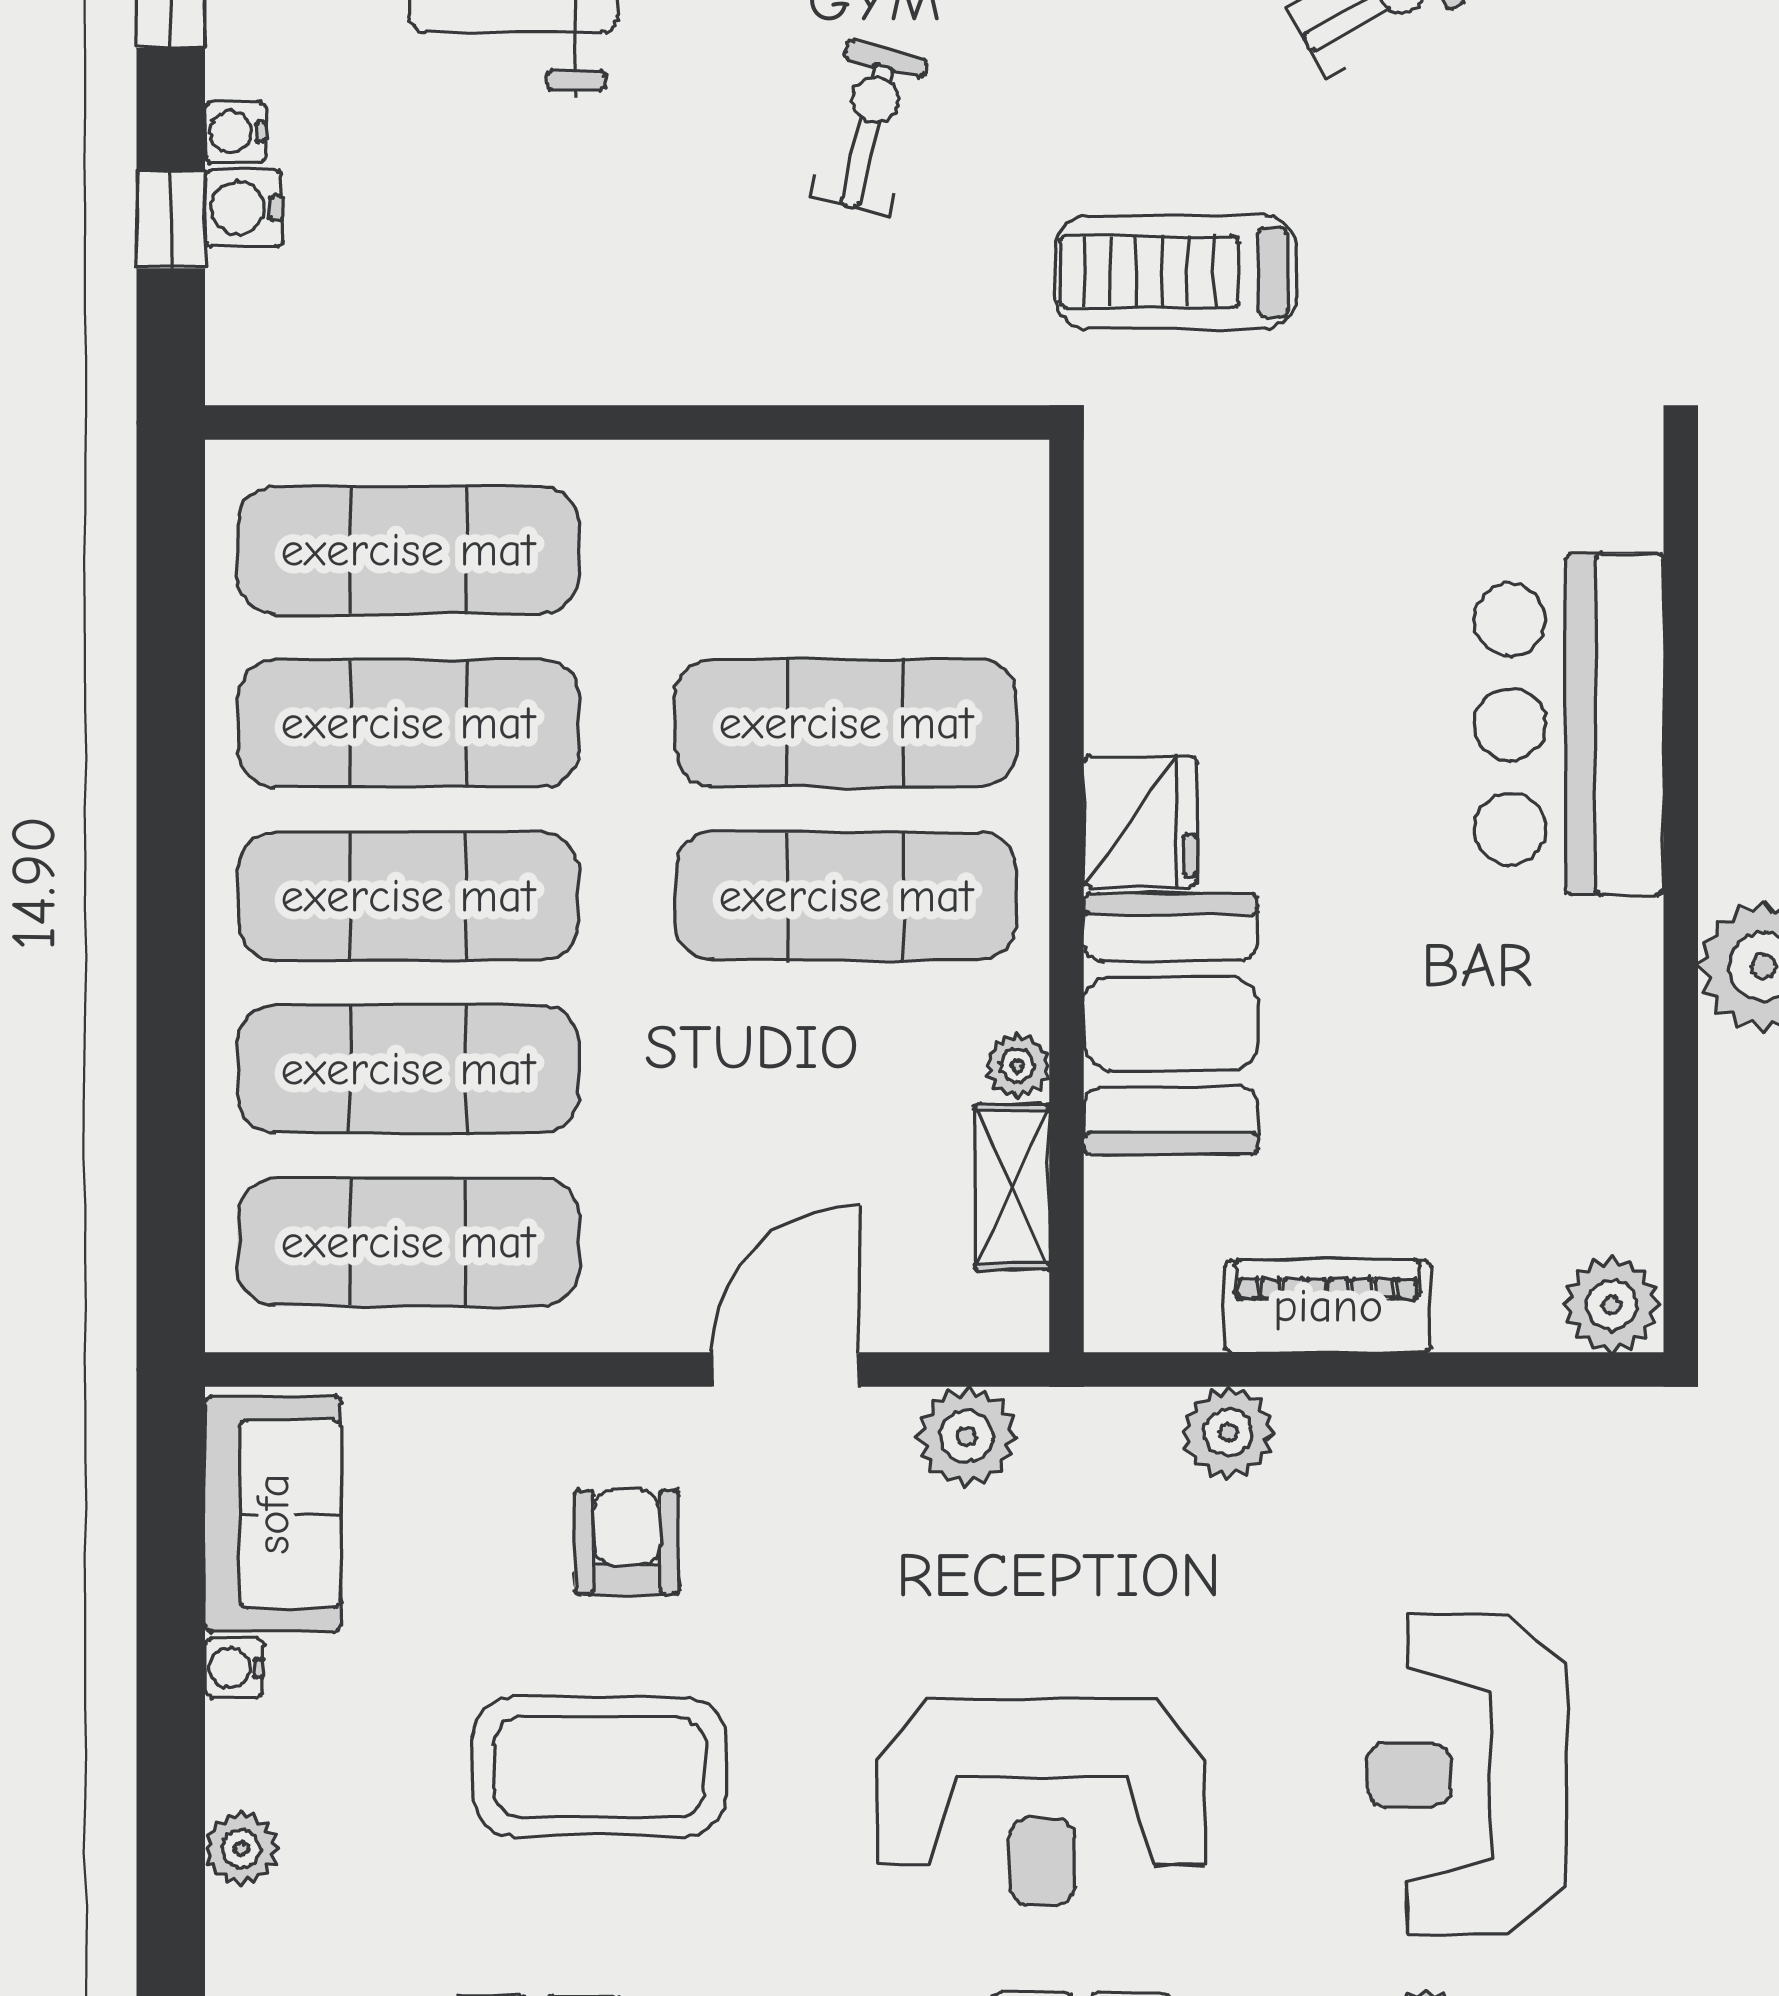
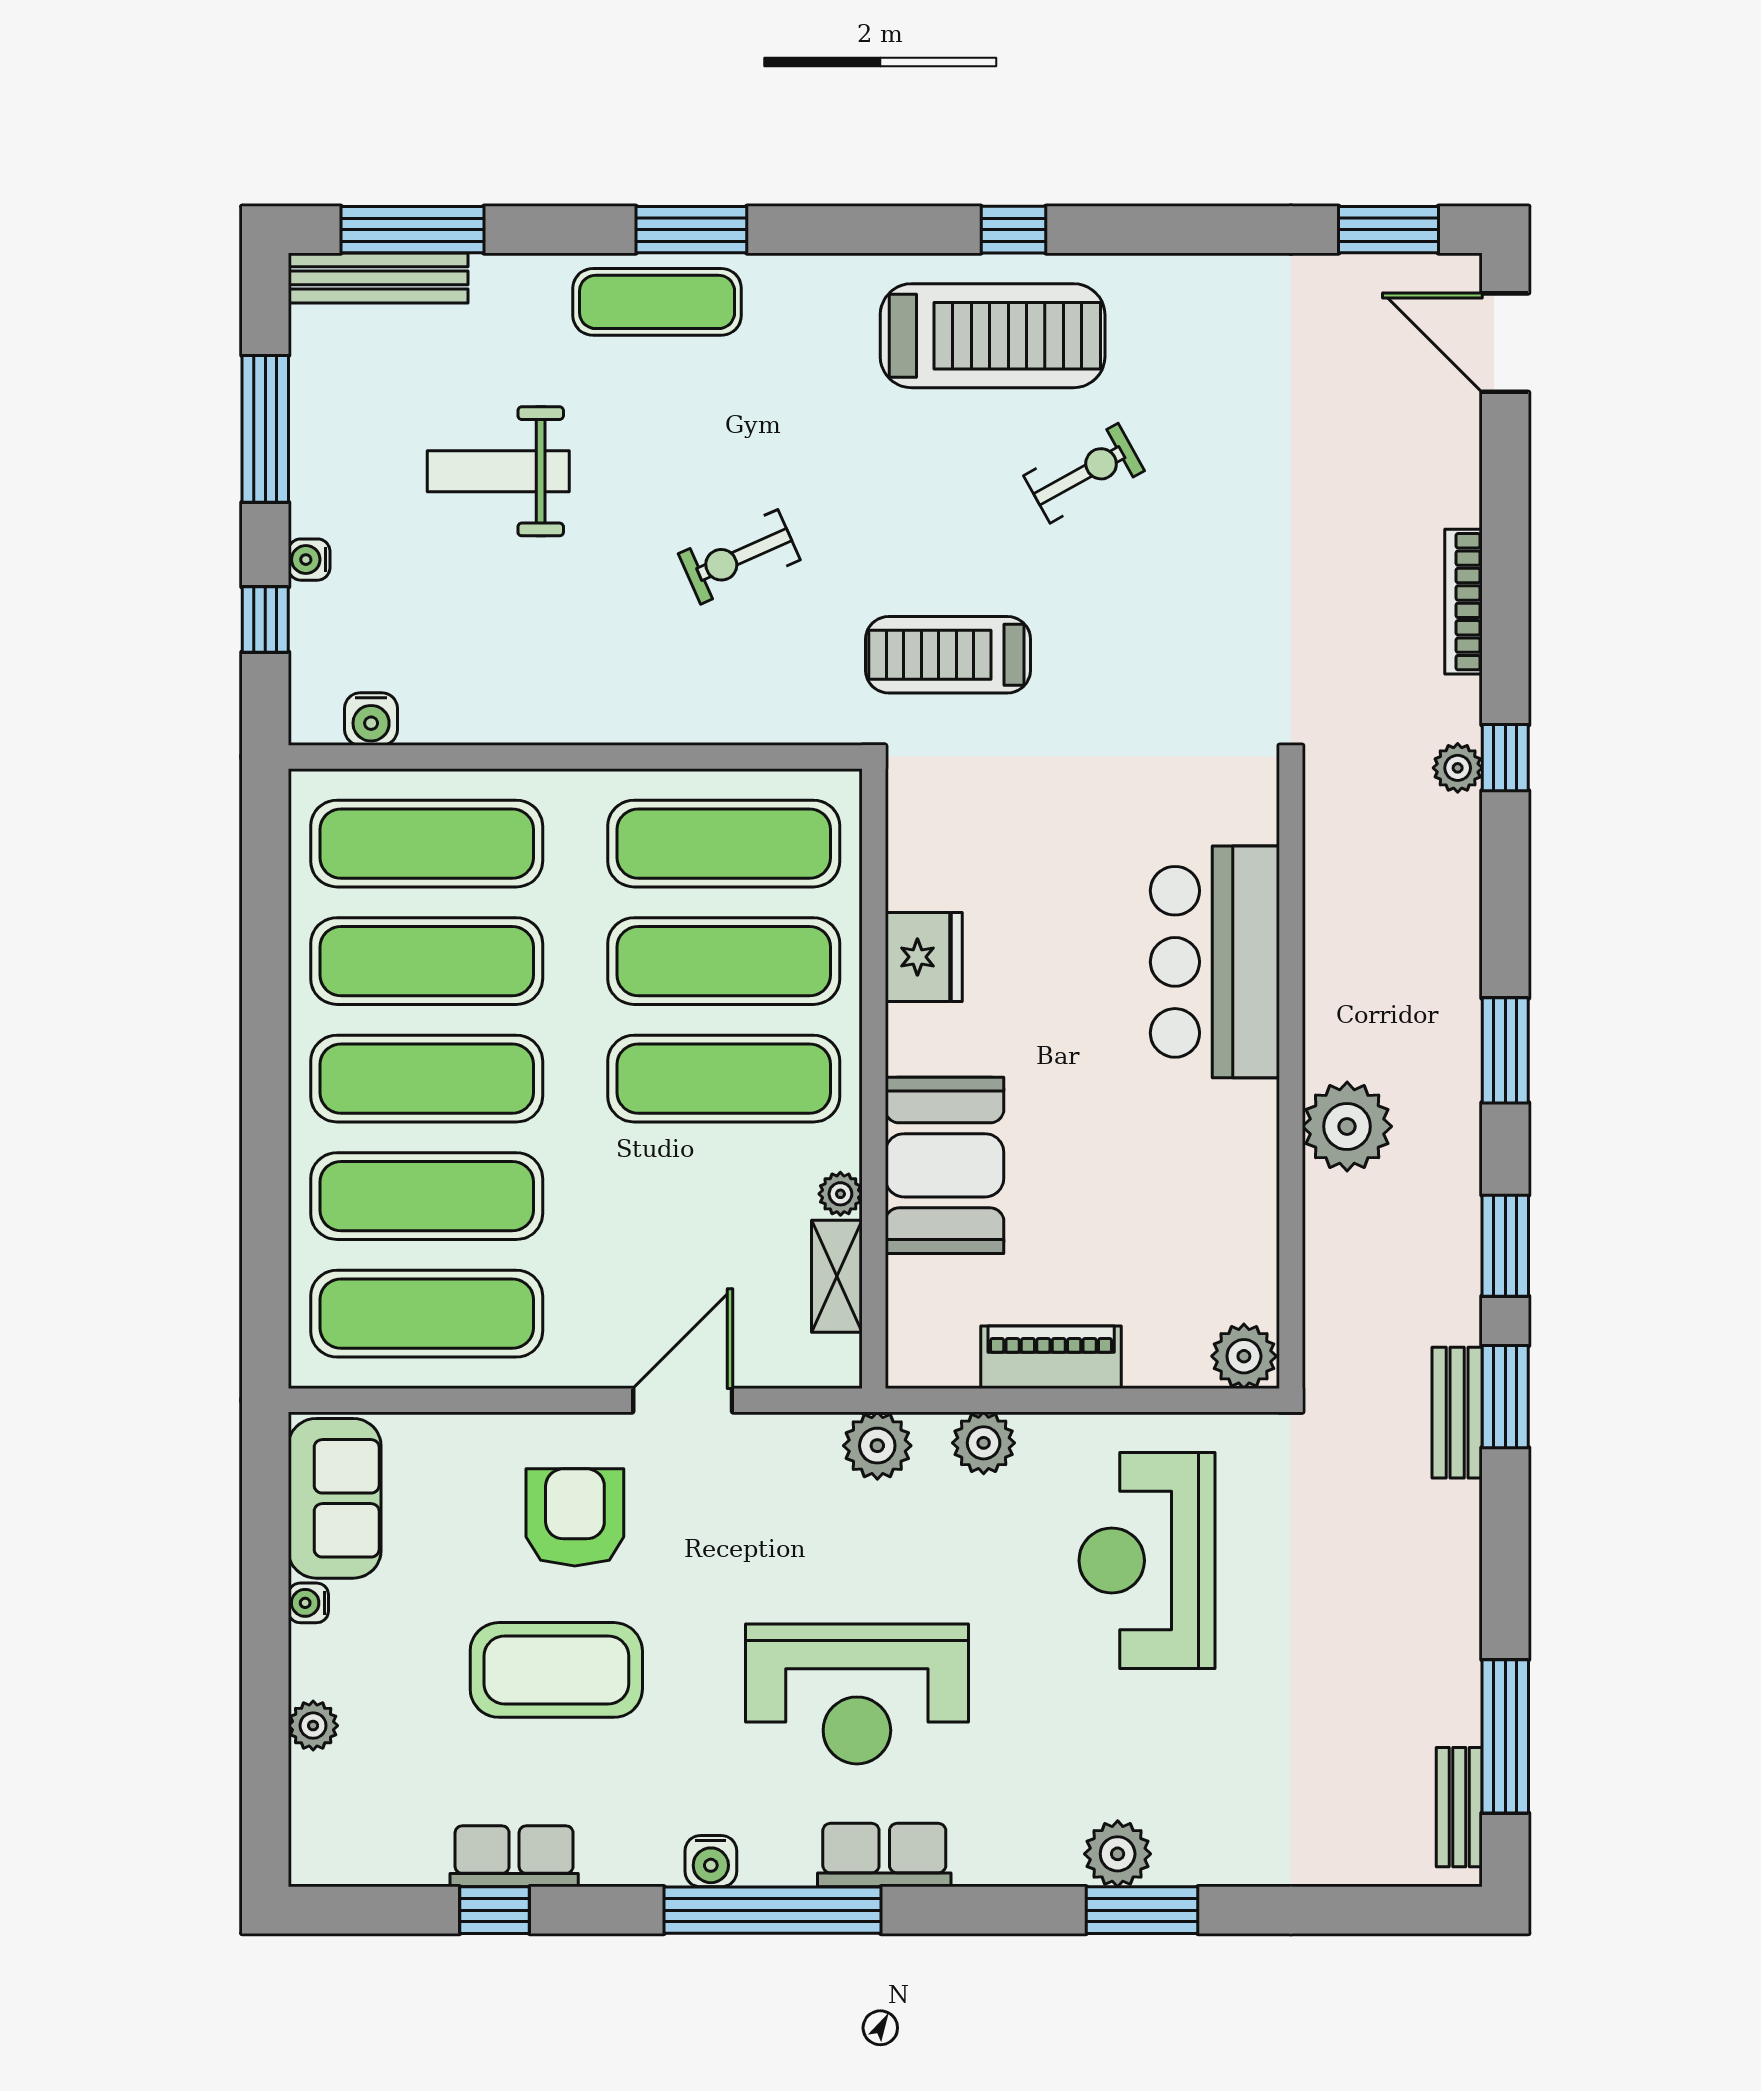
exercise bike: (869, 128) -> (739, 557), turned -128
water cooler: (244, 208) -> (371, 719), moved, turned -90
exercise mat: (846, 550) -> (724, 844), added
fridge: (1140, 821) -> (924, 957), moved
plant: (967, 1436) -> (877, 1446), moved
armchair: (627, 1542) -> (575, 1517), width x1.38, depth x1.38
reception desk: (1467, 1775) -> (1147, 1561), moved

